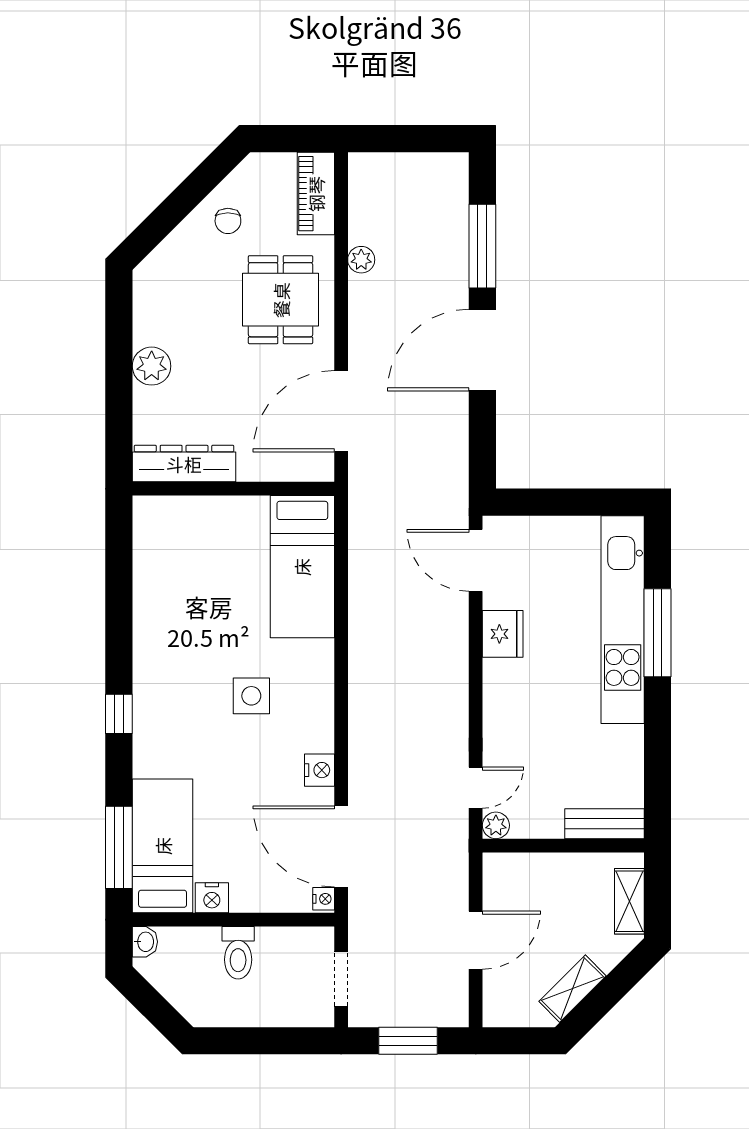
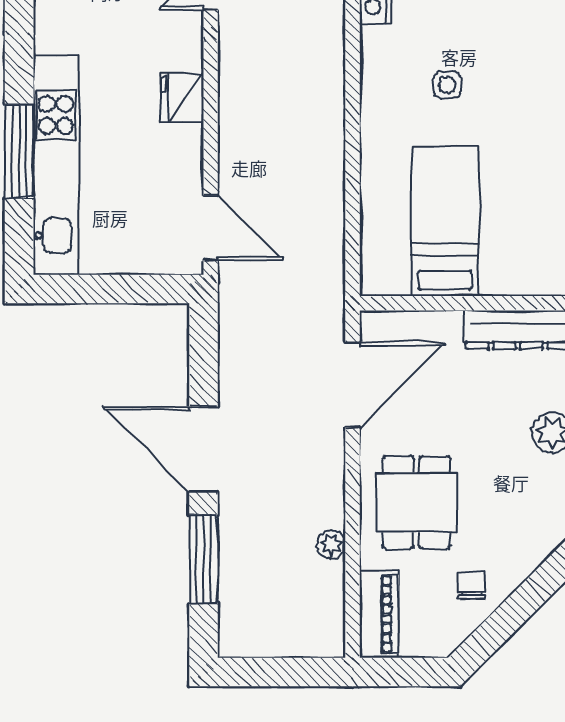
door: (482, 350) -> (204, 449), swing flipped
bed: (302, 567) -> (445, 221), moved
fridge: (503, 634) -> (182, 98), moved
side table: (251, 696) -> (447, 85), width x0.73, depth x0.73

